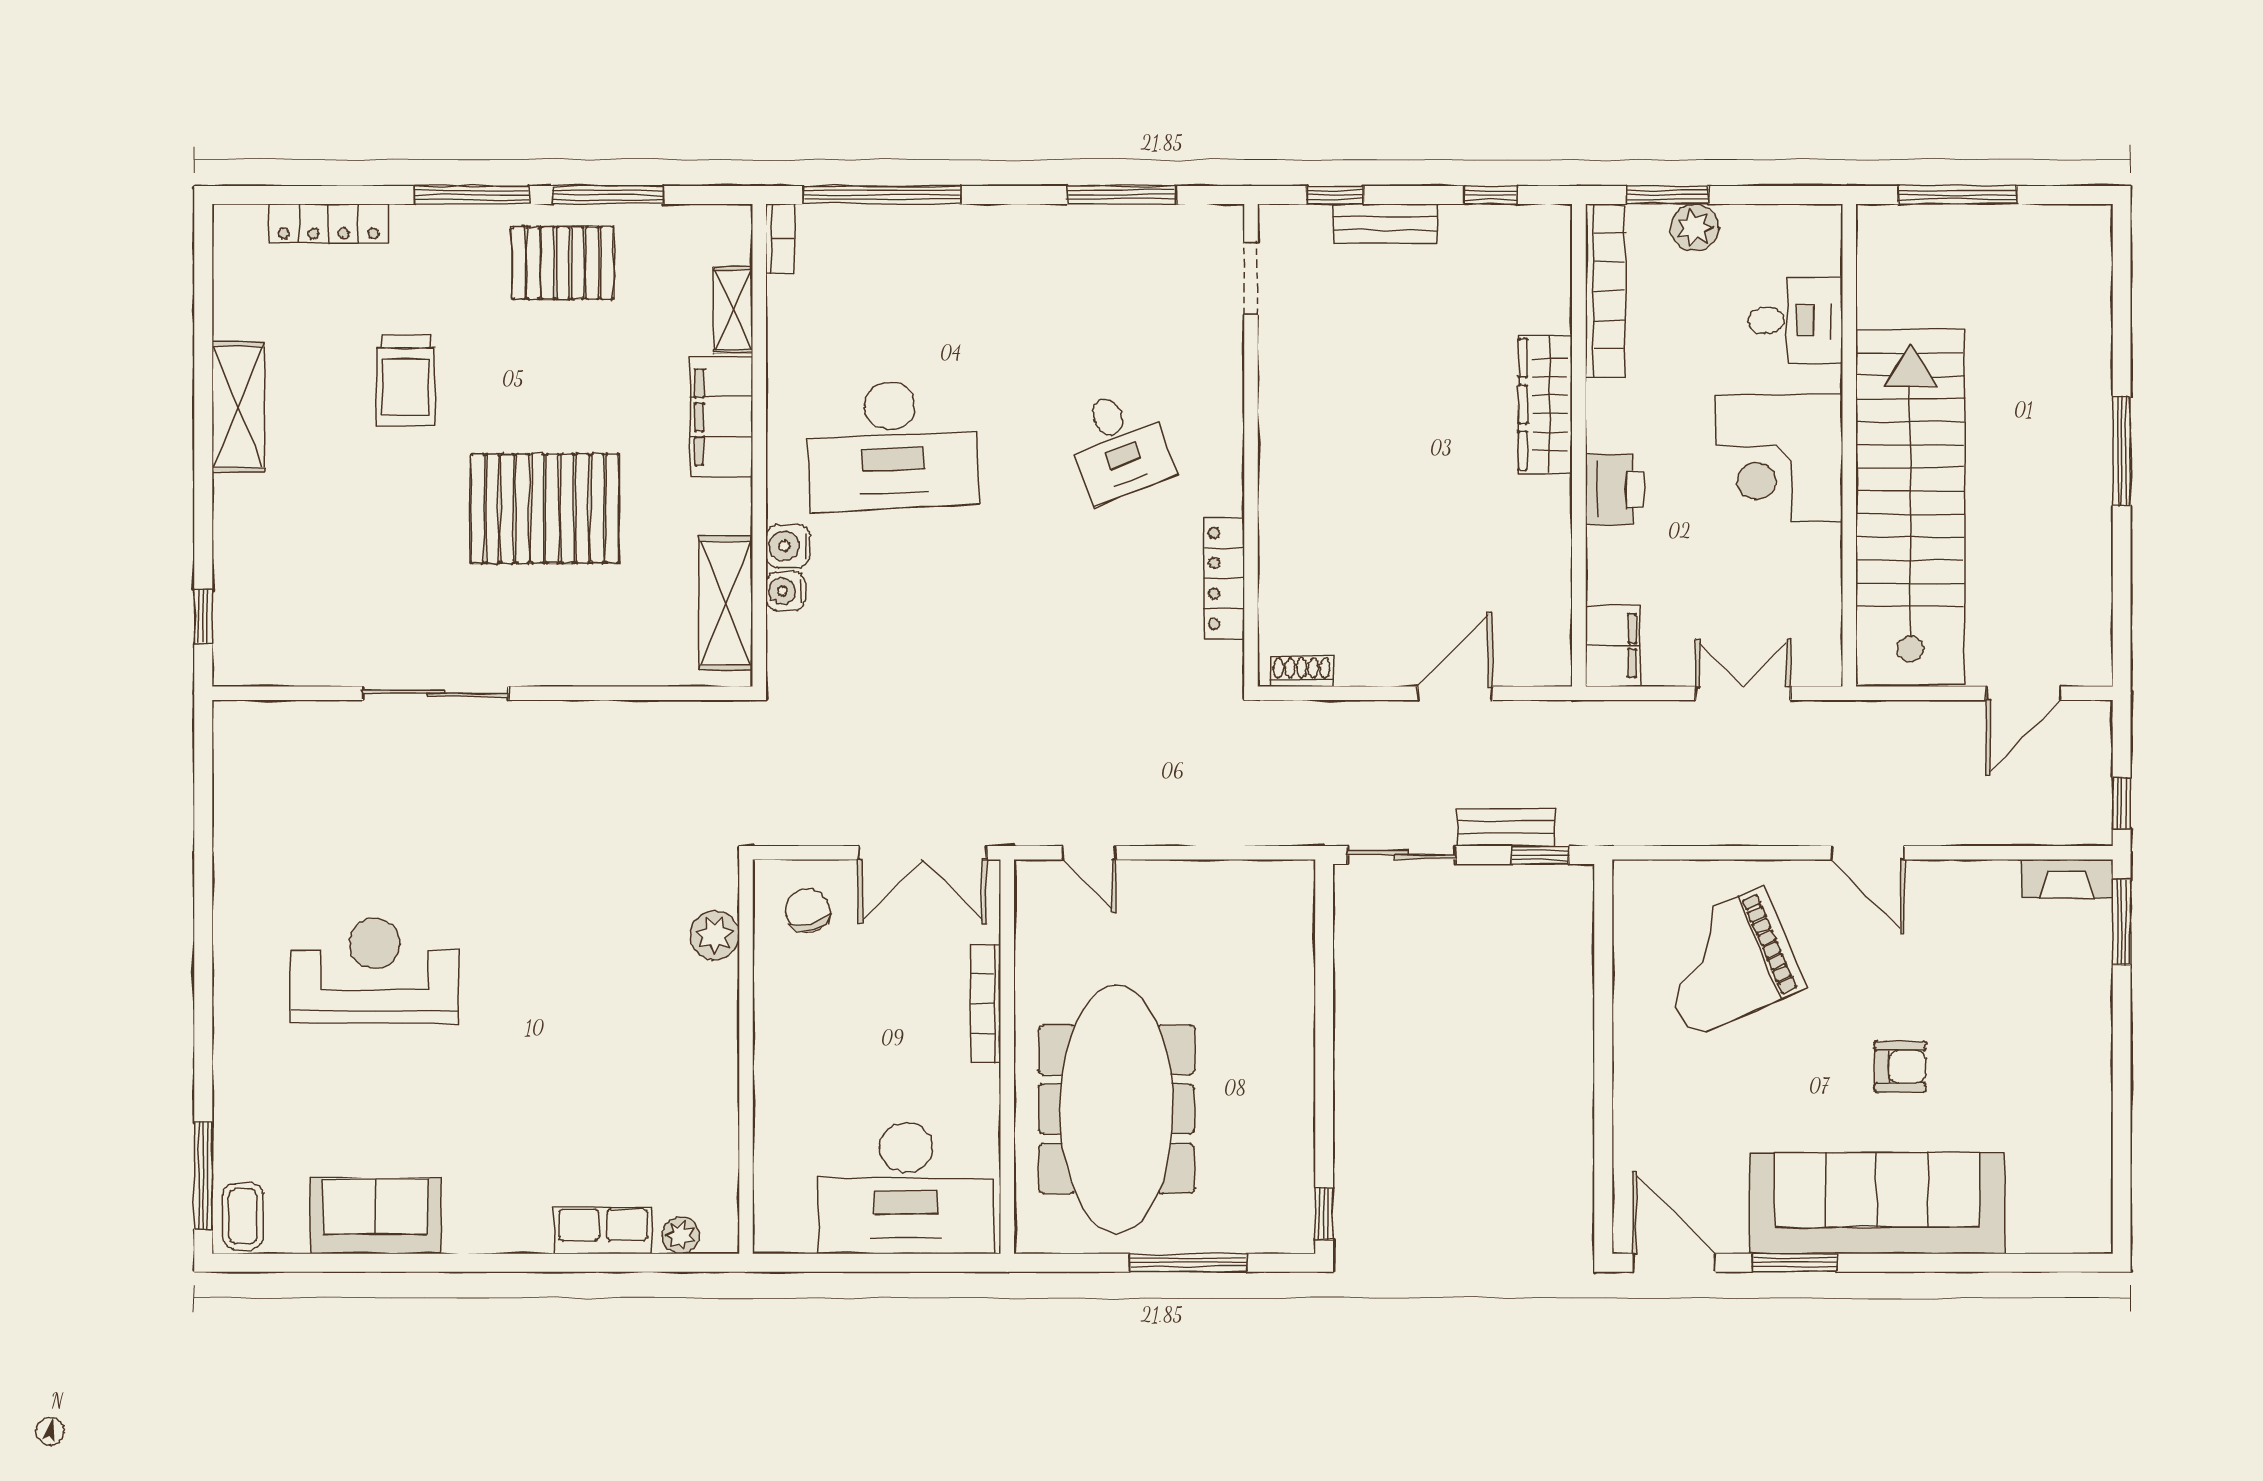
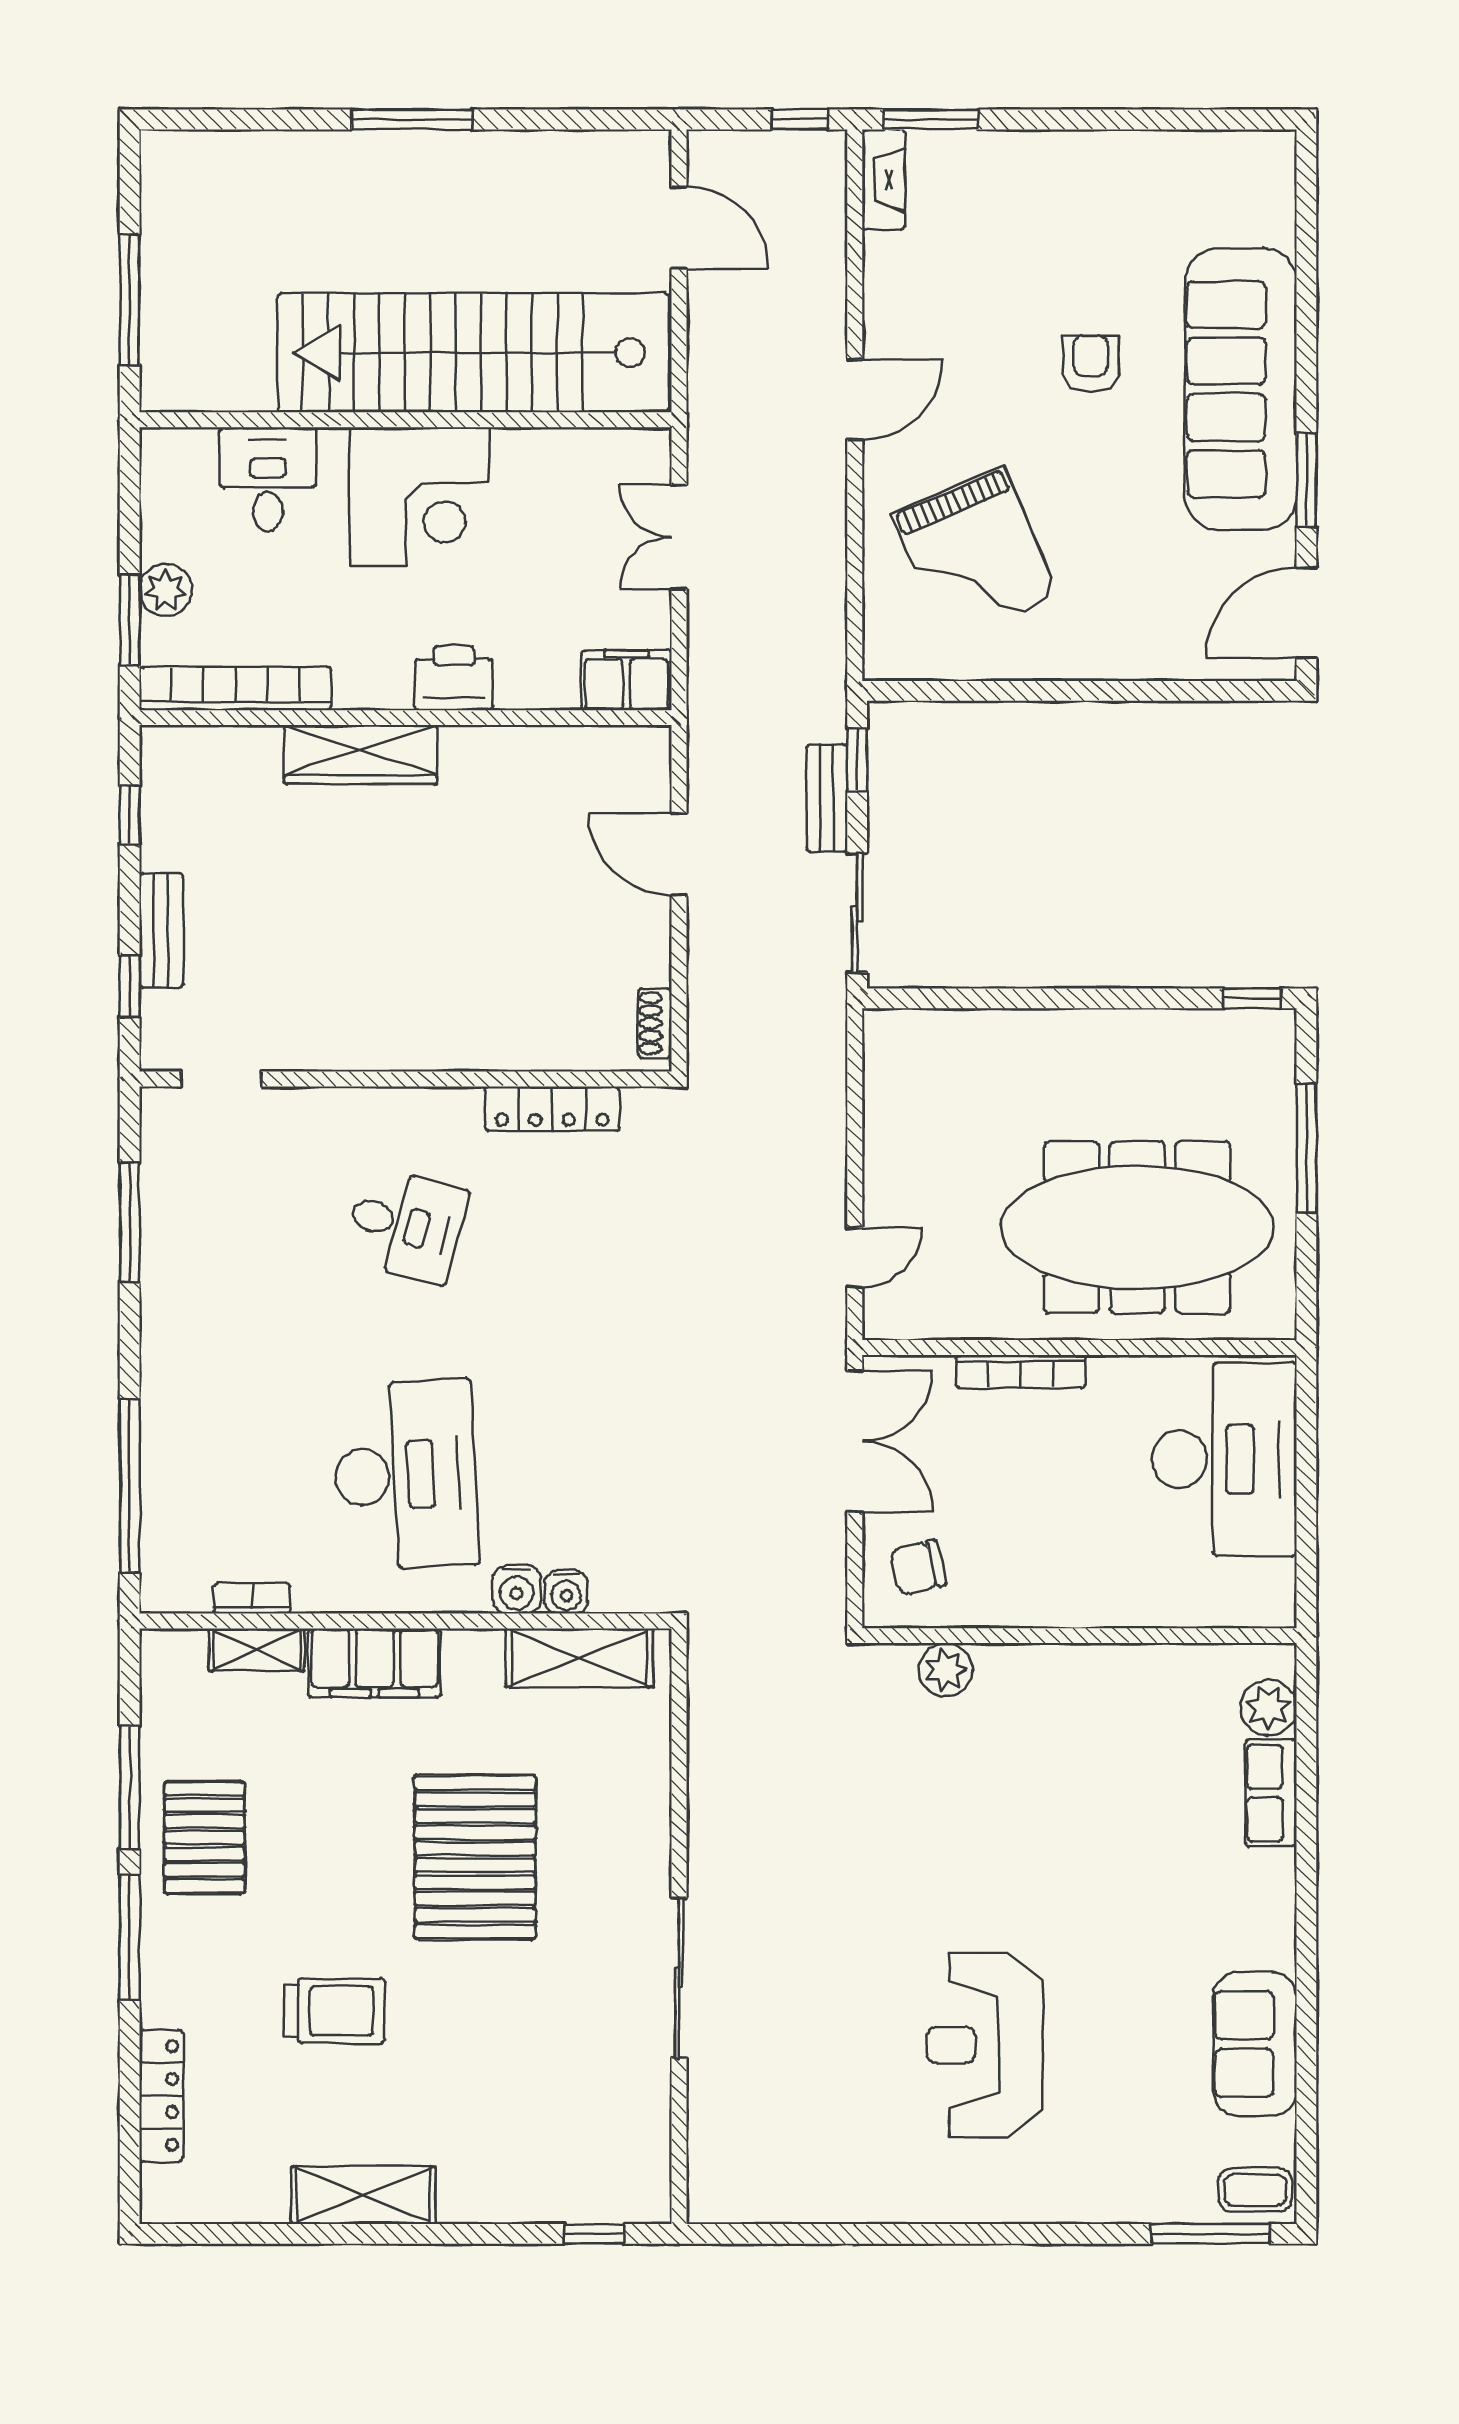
bookcase: (780, 239) -> (252, 1598), moved
desk: (1118, 445) -> (406, 1225), turned 36
plant: (681, 1235) -> (1269, 1707), width x1.38, depth x1.38

